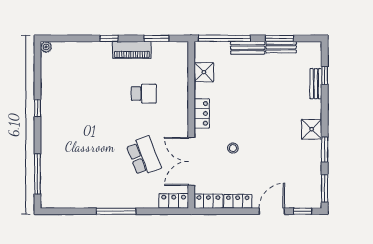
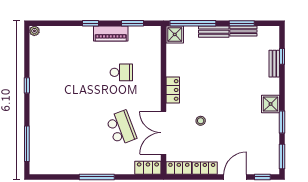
shower: (204, 72) -> (175, 34), moved

